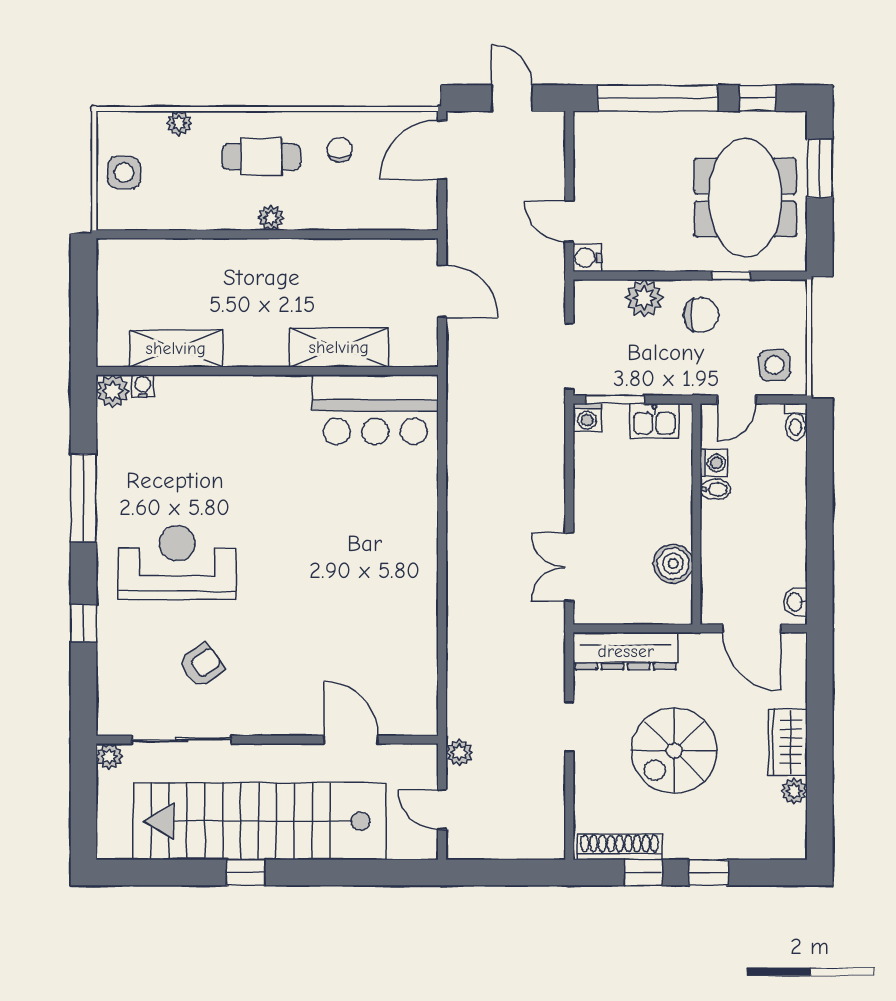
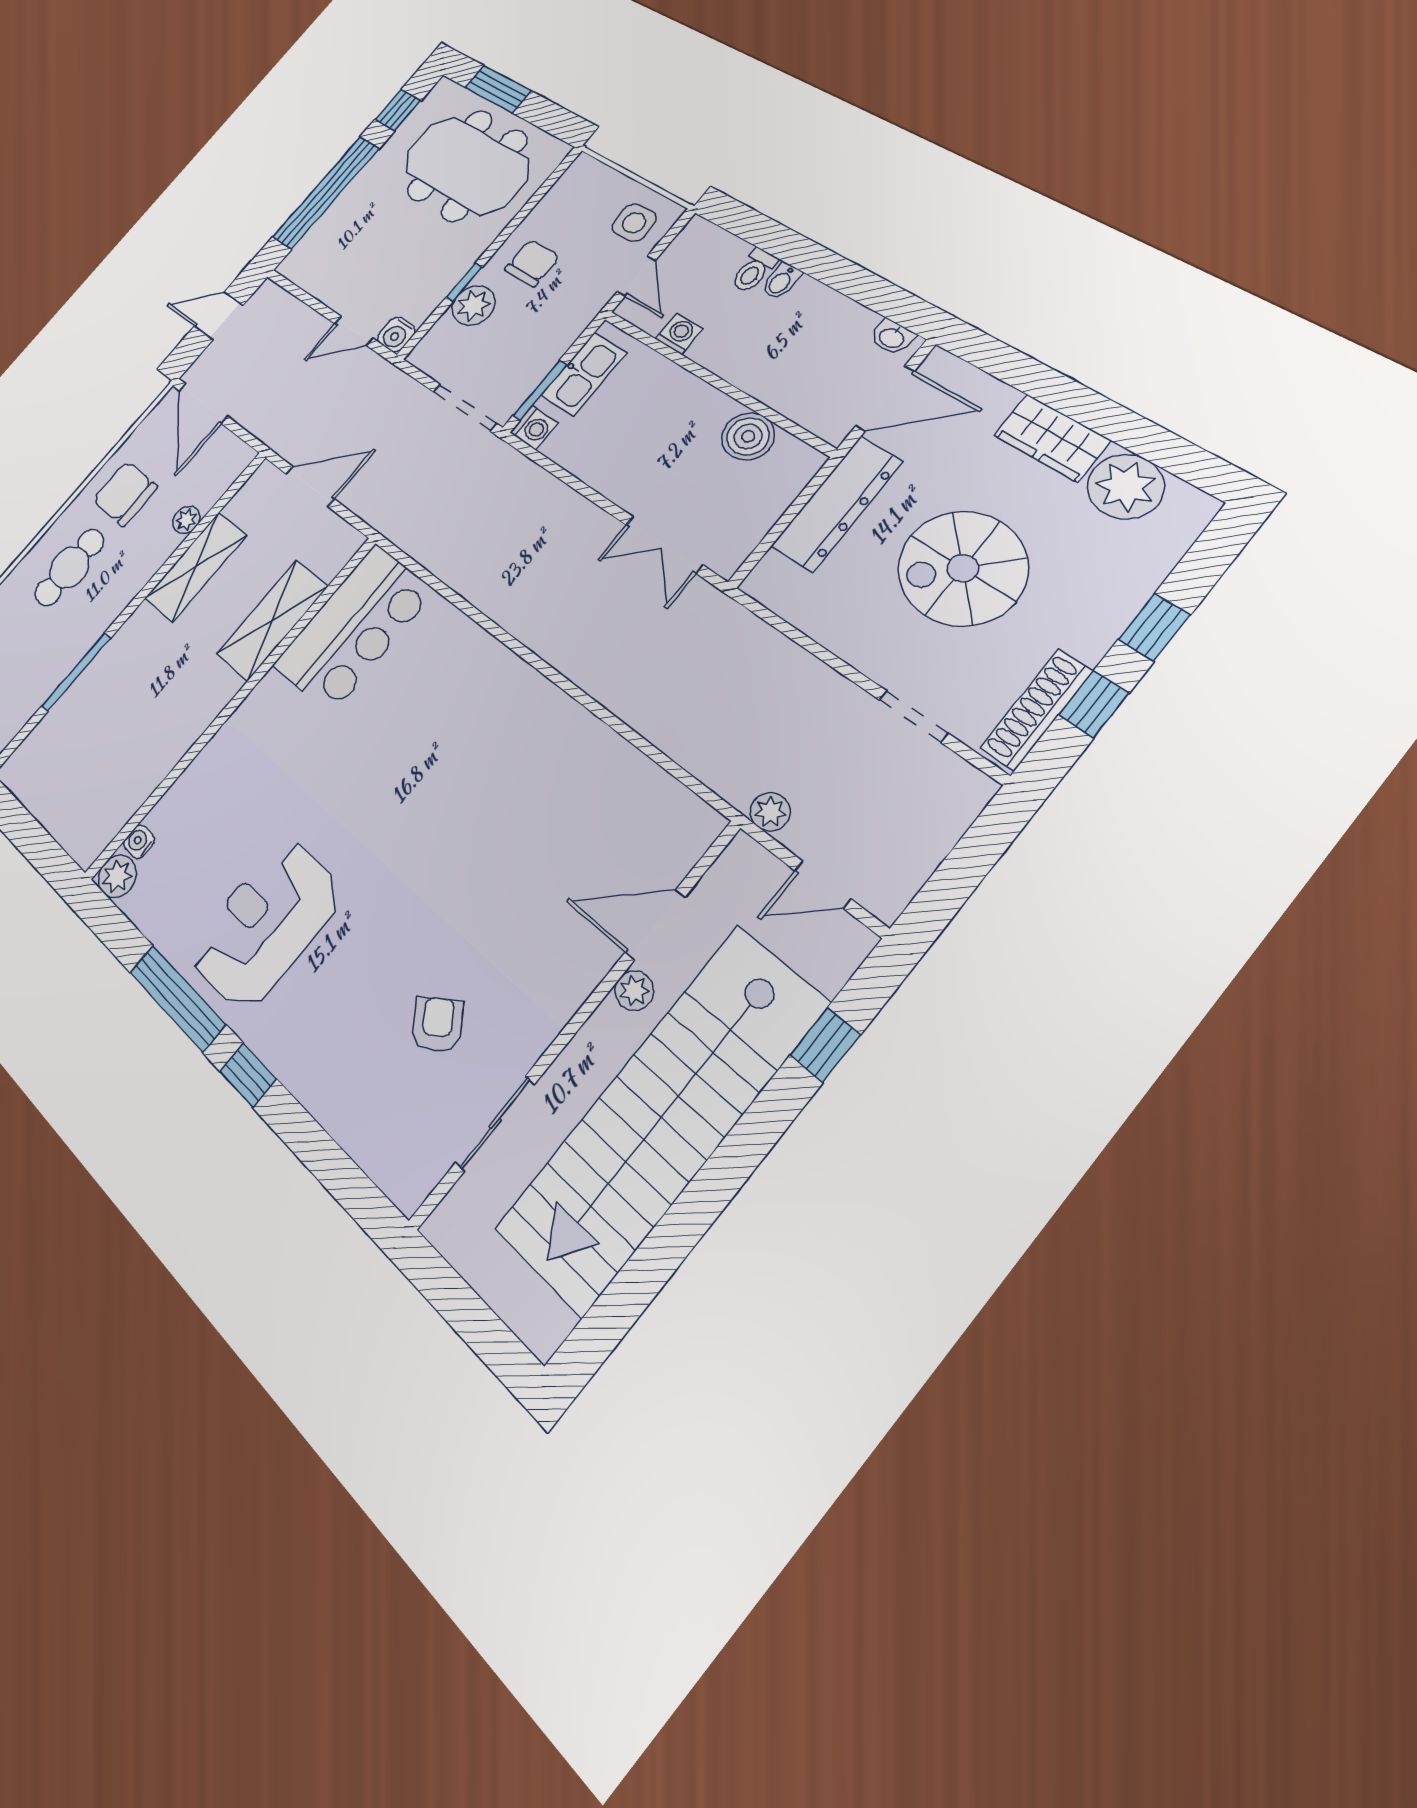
chair: (340, 150) -> (125, 493), width x1.87, depth x1.87
plant: (271, 218) -> (186, 520), moved
window: (202, 234) -> (76, 672), added
window: (731, 276) -> (464, 282), moved
shelving: (176, 348) -> (196, 567), moved
kitchen sink: (654, 421) -> (584, 374), width x1.38
toilet: (796, 422) -> (754, 271), moved, turned 90
bidet: (715, 489) -> (781, 281), moved, turned 180
reception desk: (177, 563) -> (266, 924), moved
window: (83, 623) -> (248, 1075), moved
dresser: (626, 651) -> (837, 504), moved
doorway: (569, 727) -> (913, 716), moved
sliding door: (182, 740) -> (495, 1123), width x0.73
spiral stairs: (674, 751) -> (963, 568), turned 90
plant: (109, 756) -> (634, 991), moved
plant: (794, 791) -> (1126, 487), width x1.88, depth x1.88
window: (246, 873) -> (825, 1045), moved

